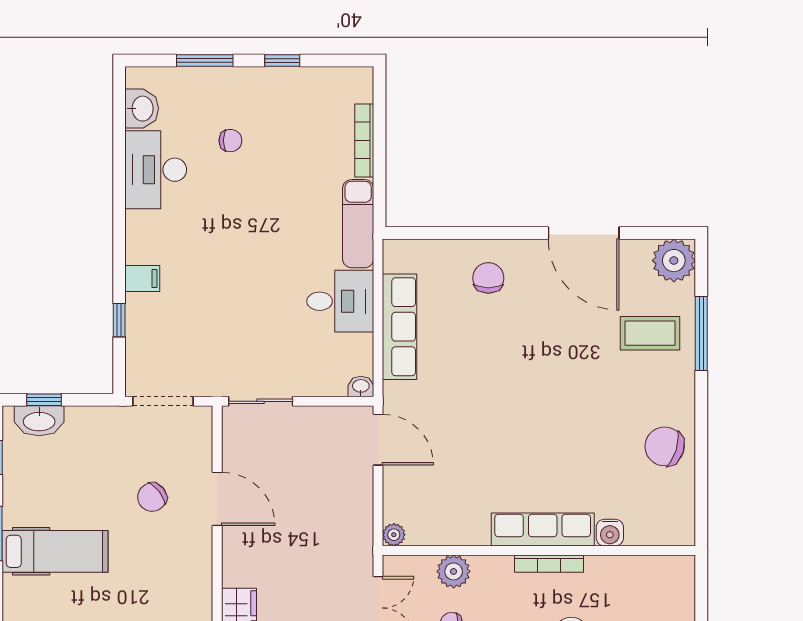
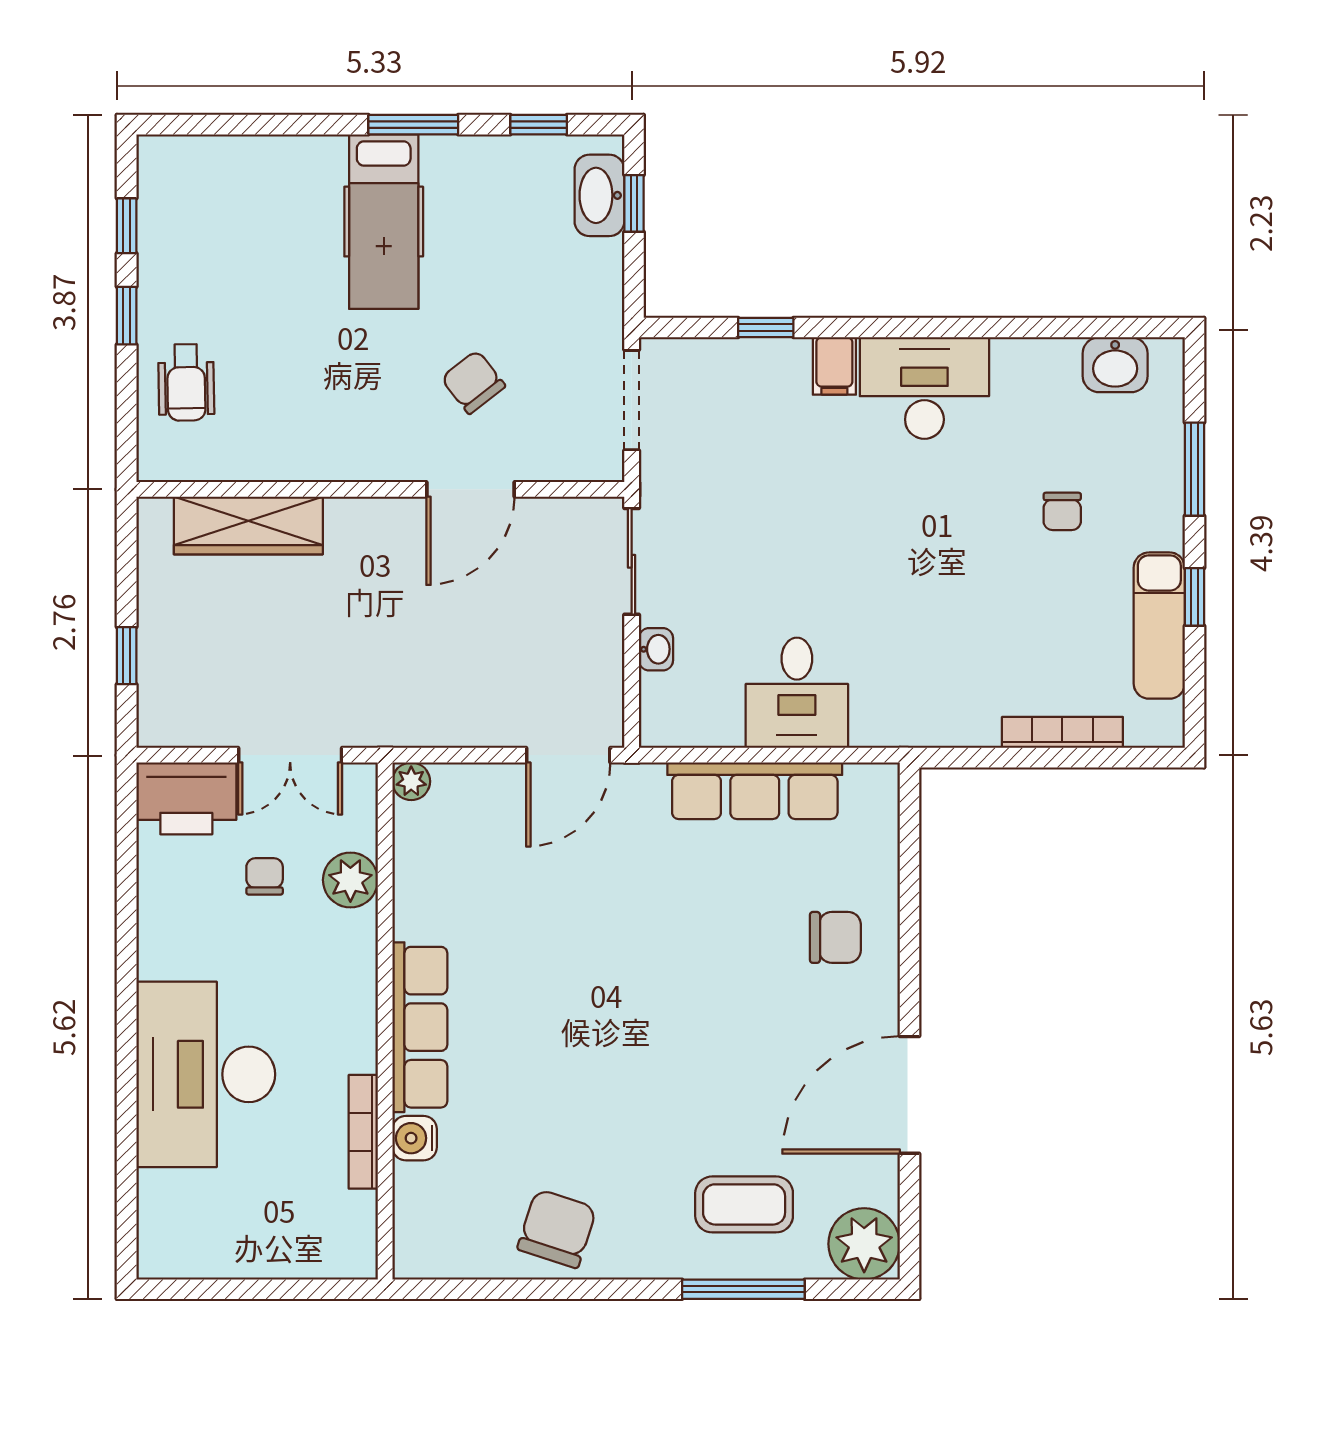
desk: (156, 170) -> (924, 388), moved
exam couch: (358, 224) -> (1159, 626), moved, turned -90
coffee table: (650, 333) -> (744, 1204), turned 90
washbasin: (361, 387) -> (656, 649), moved
bookcase: (549, 564) -> (363, 1132), moved

